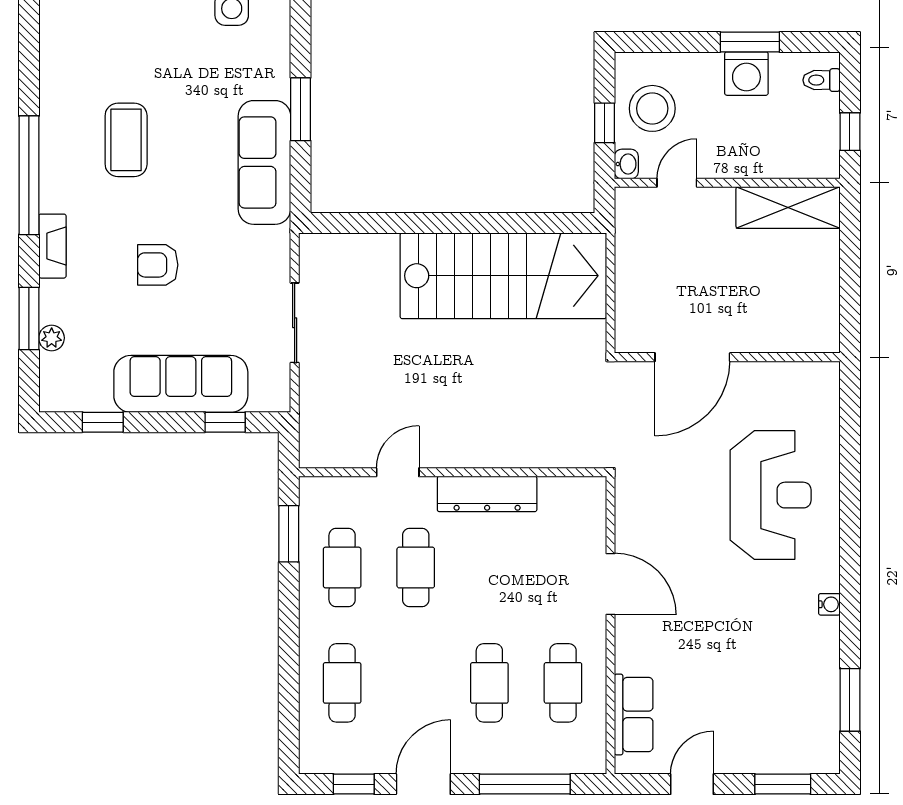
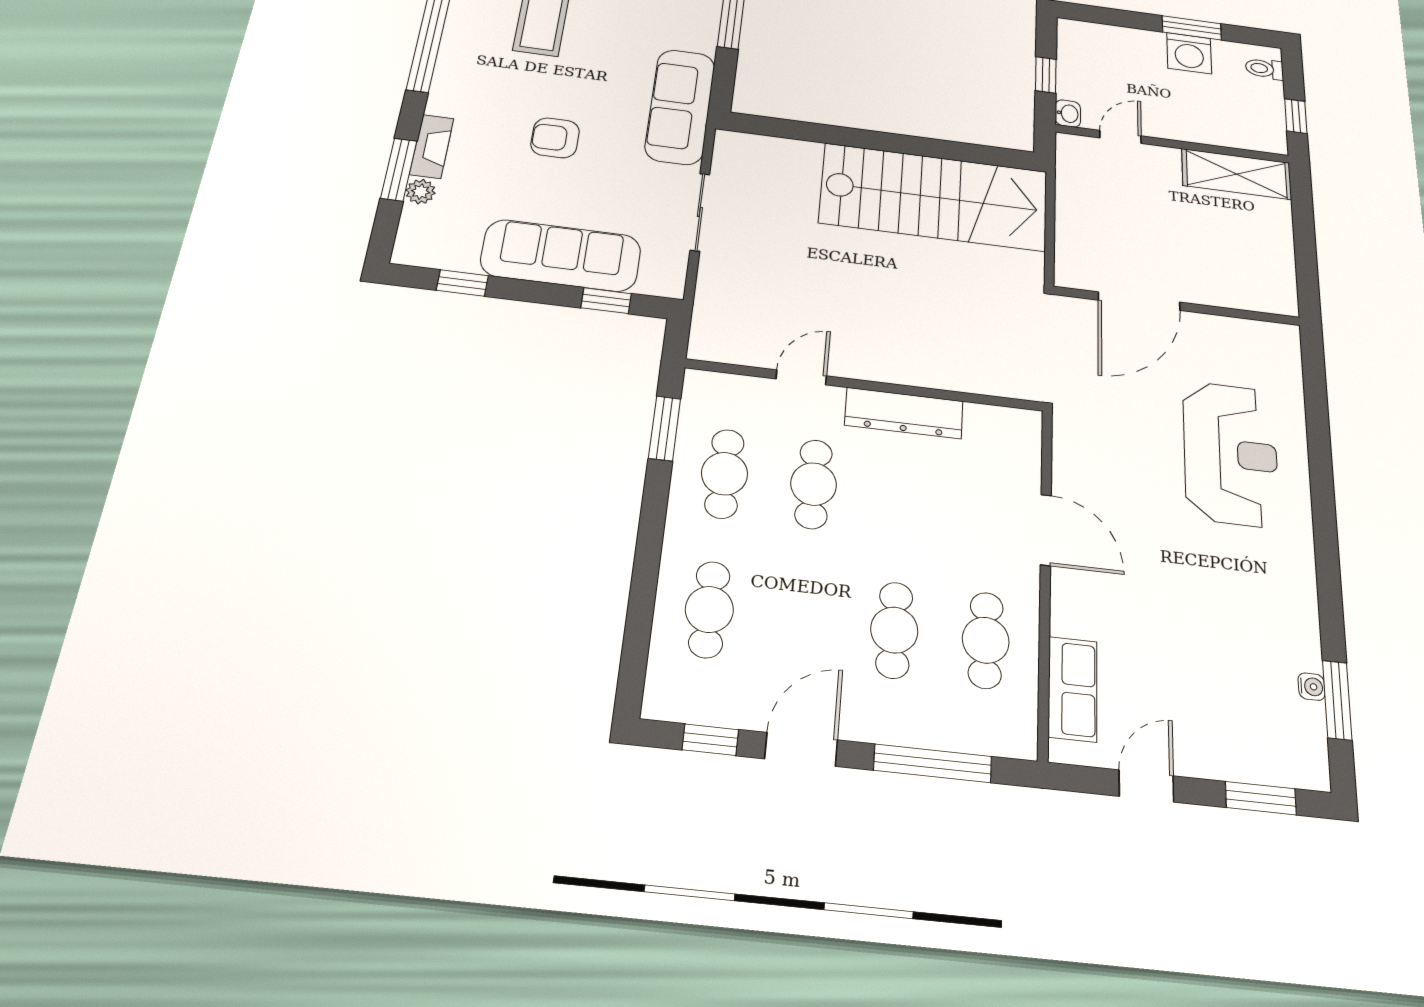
stool: (652, 108) -> (1095, 69), removed
sofa: (264, 162) -> (680, 107), moved
fireplace: (52, 246) -> (432, 146), moved
water cooler: (829, 604) -> (1312, 687), moved

